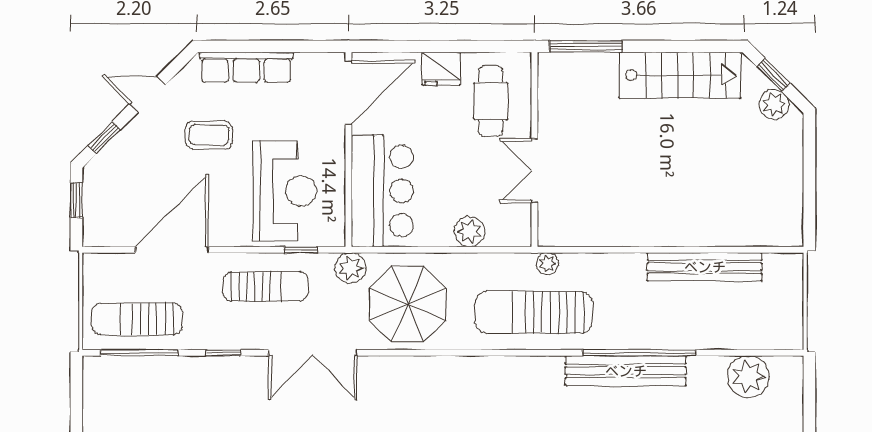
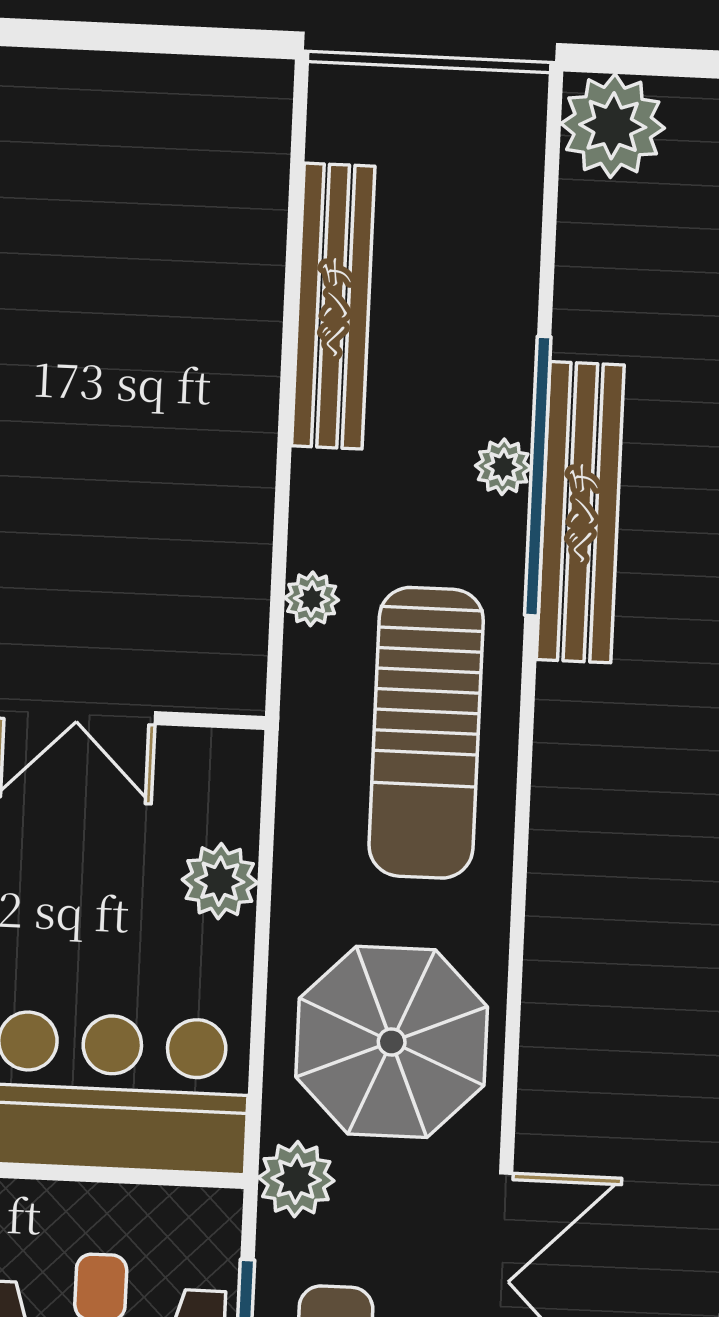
plant: (547, 264) -> (312, 599), moved
plant: (643, 339) -> (503, 467), added
plant: (748, 377) -> (613, 126), moved

